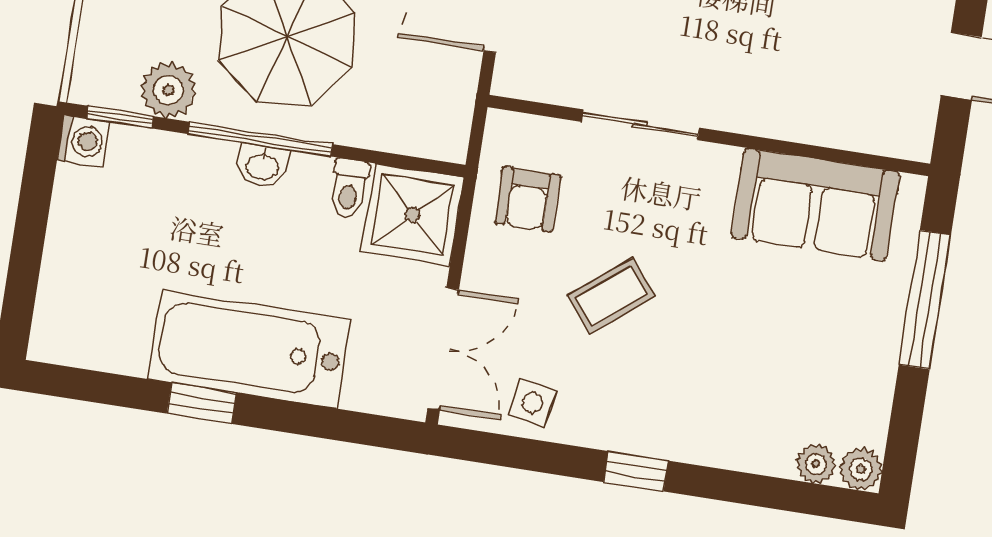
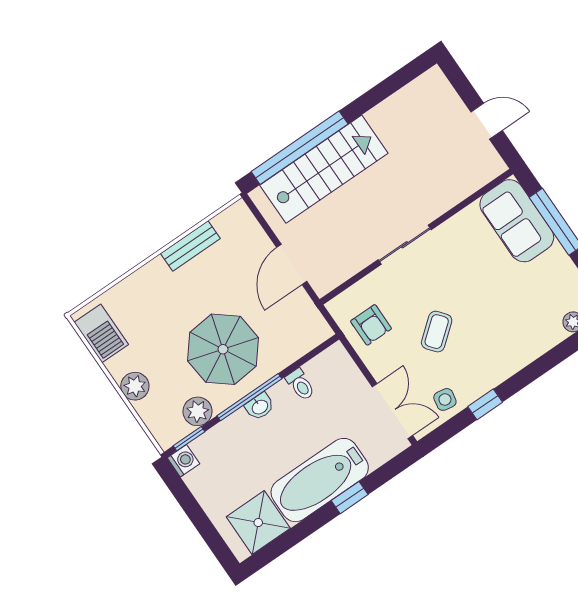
sliding door: (640, 125) -> (405, 245), moved
sofa: (815, 204) -> (517, 221), moved, turned 90
shower: (413, 215) -> (258, 523), moved
window: (202, 403) -> (350, 498), moved
window: (636, 471) -> (485, 404), moved

